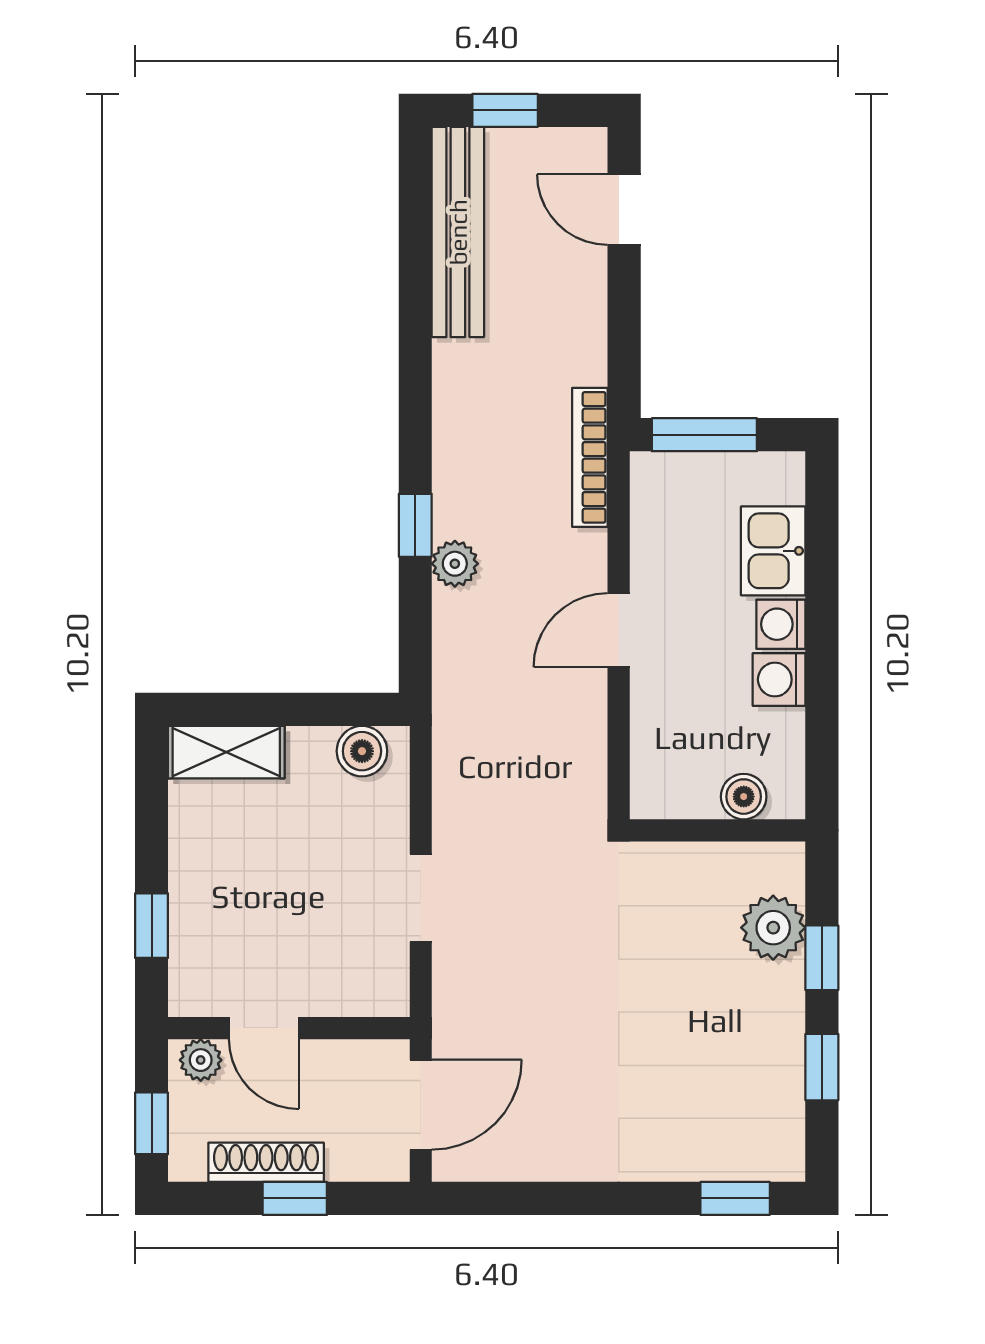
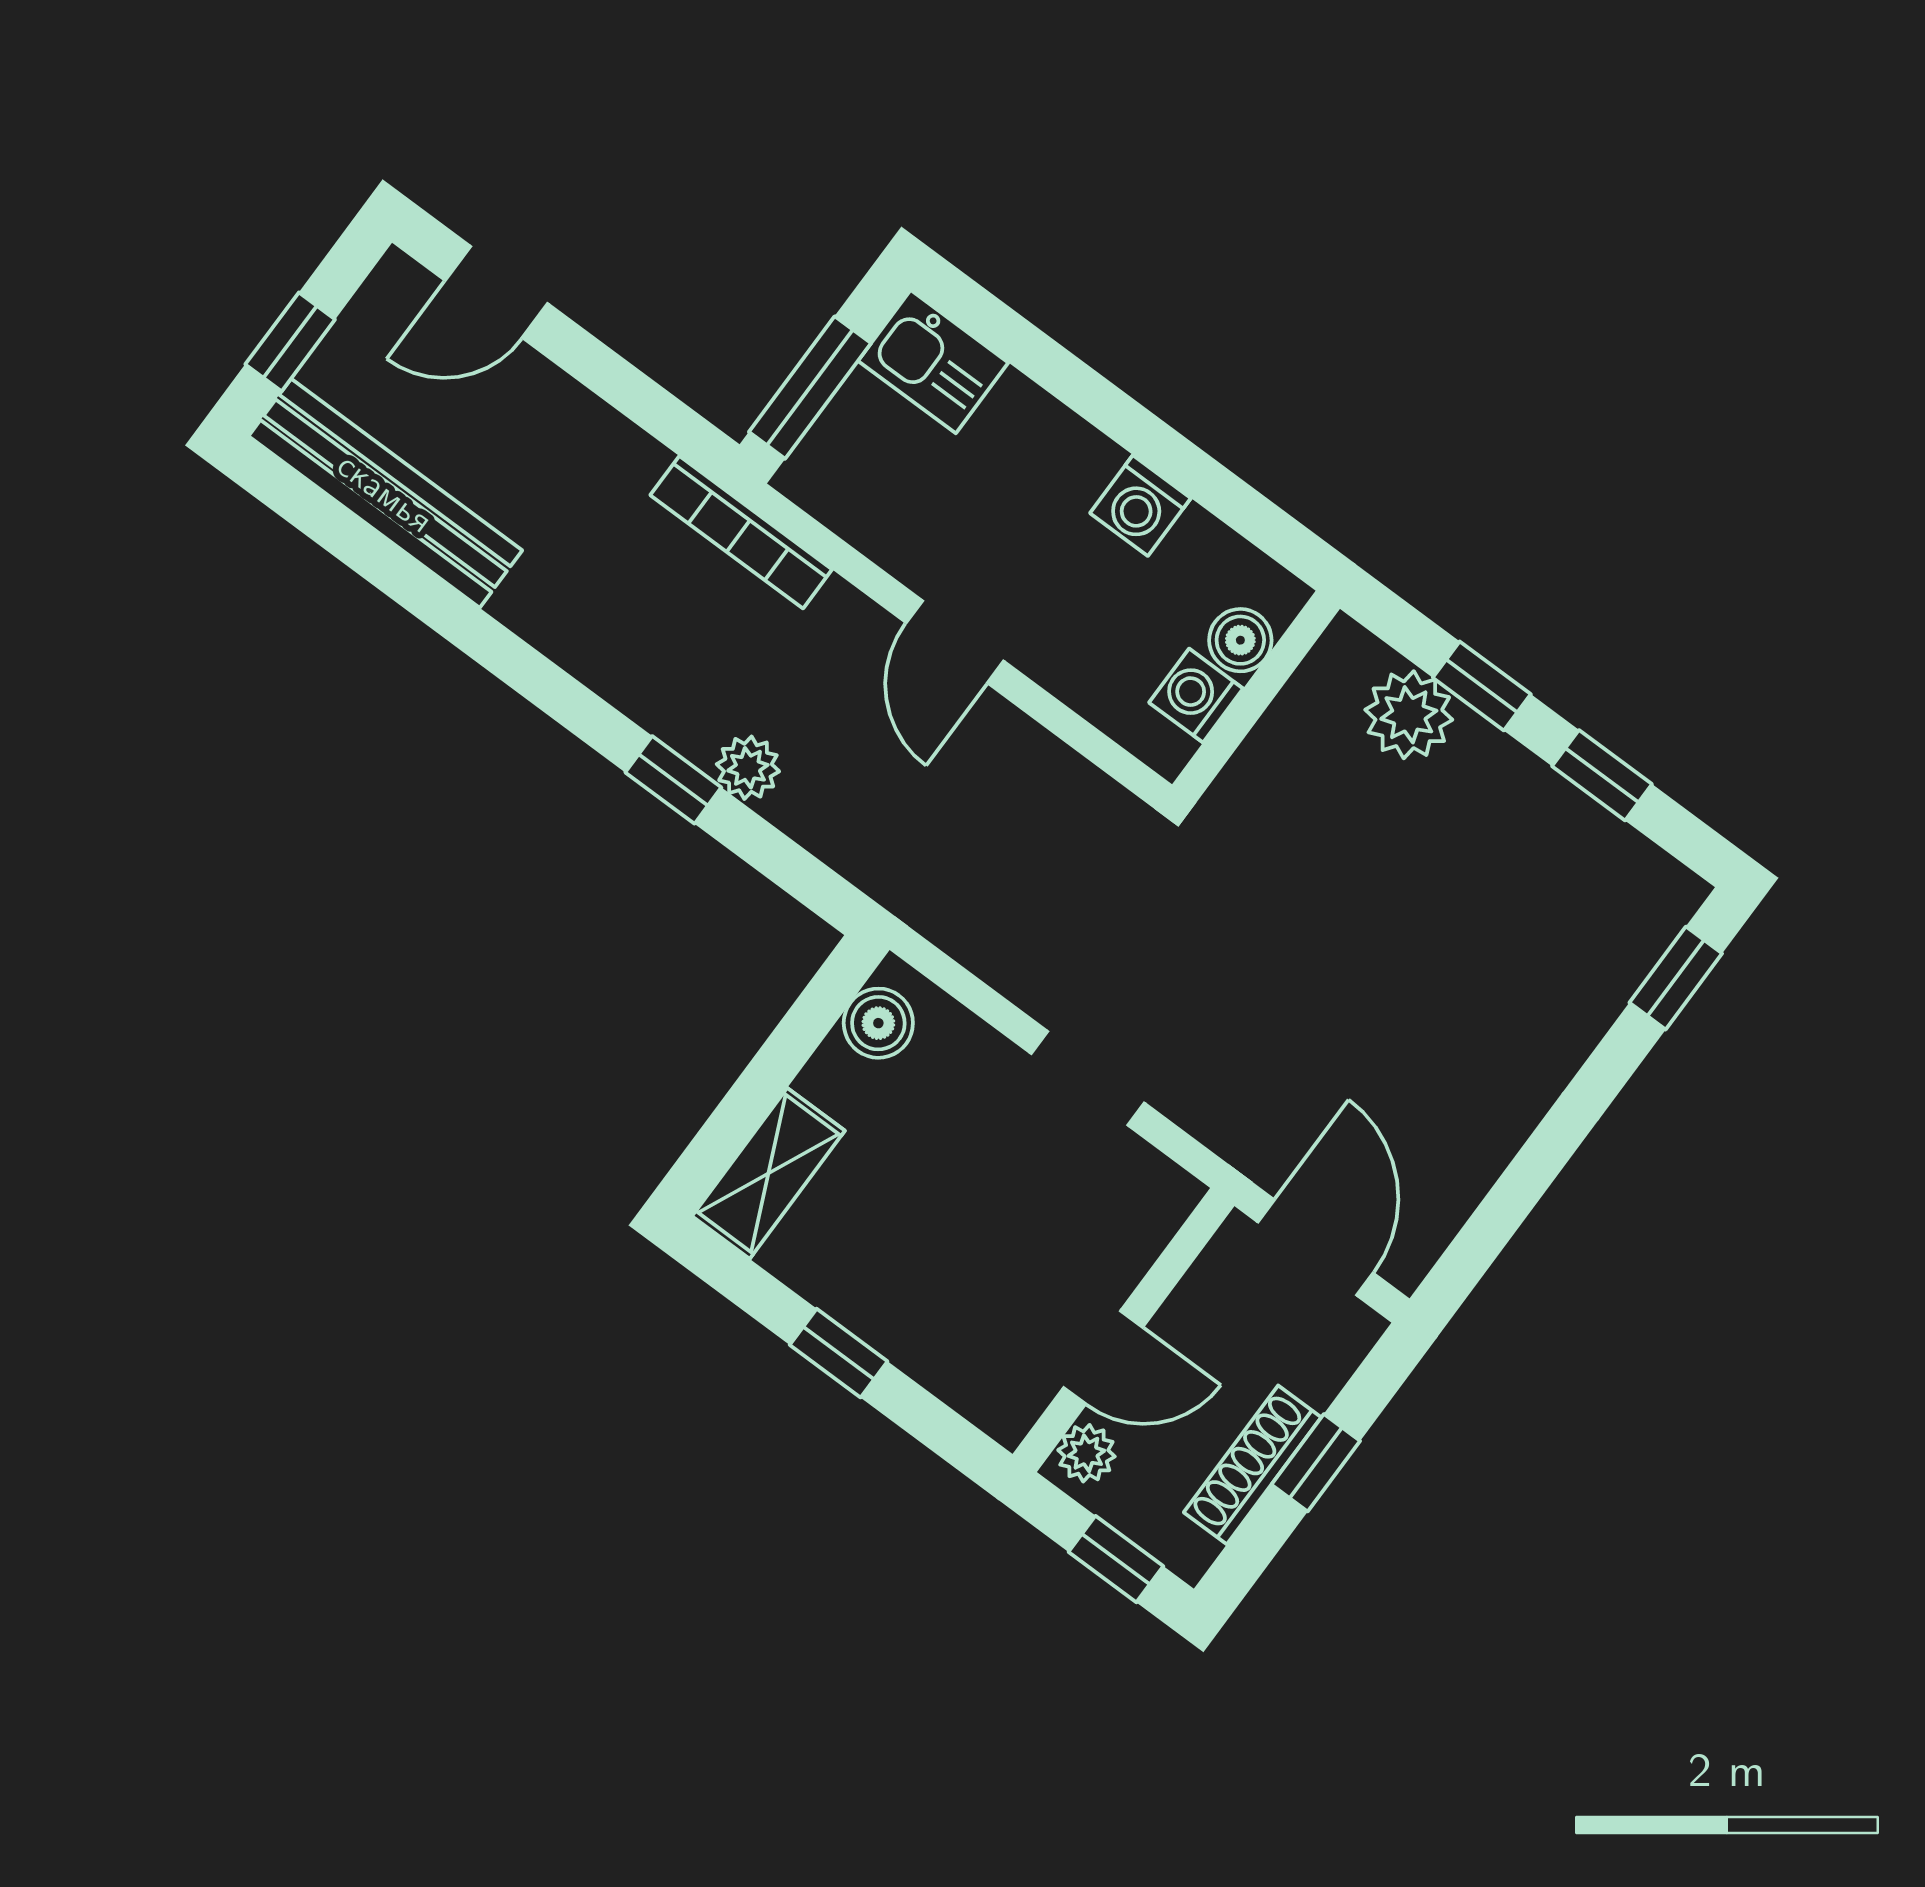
kitchen sink: (773, 551) -> (933, 362), moved
washing machine: (781, 624) -> (1196, 696), moved, turned 90
window: (152, 926) -> (839, 1353), moved

